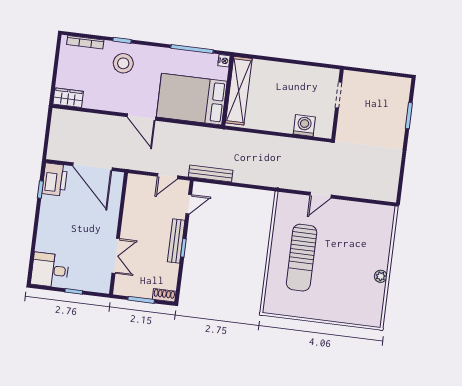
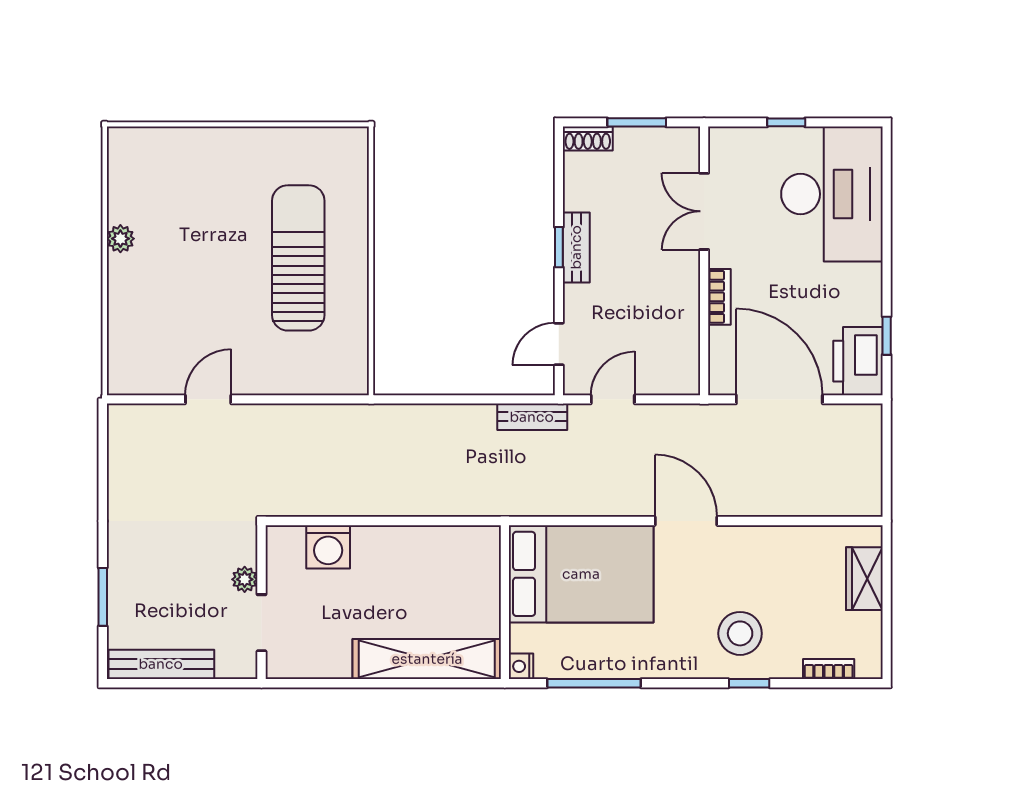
bookcase: (85, 42) -> (829, 669), width x0.64
bench: (386, 82) -> (161, 664), added
shelving: (239, 91) -> (427, 659), moved, turned 90
wardrobe: (68, 98) -> (864, 579), moved, turned 90
plant: (344, 116) -> (245, 579), added
bench: (211, 173) -> (532, 417), width x0.73
door: (321, 195) -> (208, 399), moved
bookcase: (114, 216) -> (719, 297), added
bench: (176, 241) -> (576, 247), width x0.73
desk: (50, 270) -> (832, 194), width x1.87, depth x1.30

